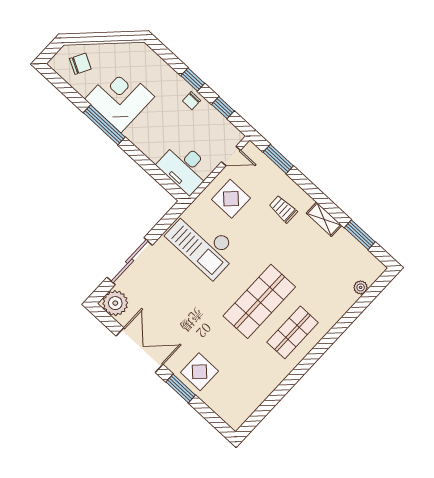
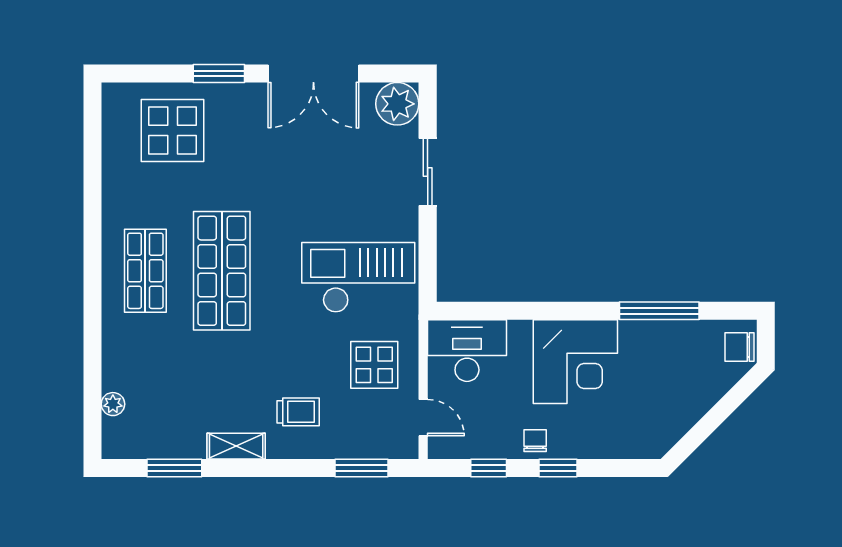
chair: (80, 64) -> (740, 347), moved, turned 62
corner desk: (120, 98) -> (575, 362), moved
window: (104, 125) -> (659, 311), moved
door: (231, 156) -> (423, 418), swing flipped
sliding door: (130, 261) -> (428, 172), width x0.73
display table: (200, 372) -> (173, 130), moved, width x1.36, depth x1.36

